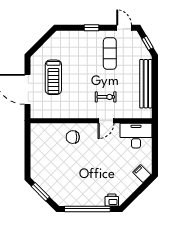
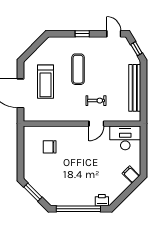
exercise mat: (110, 53) -> (78, 69), moved
chair: (73, 137) -> (50, 147), moved

